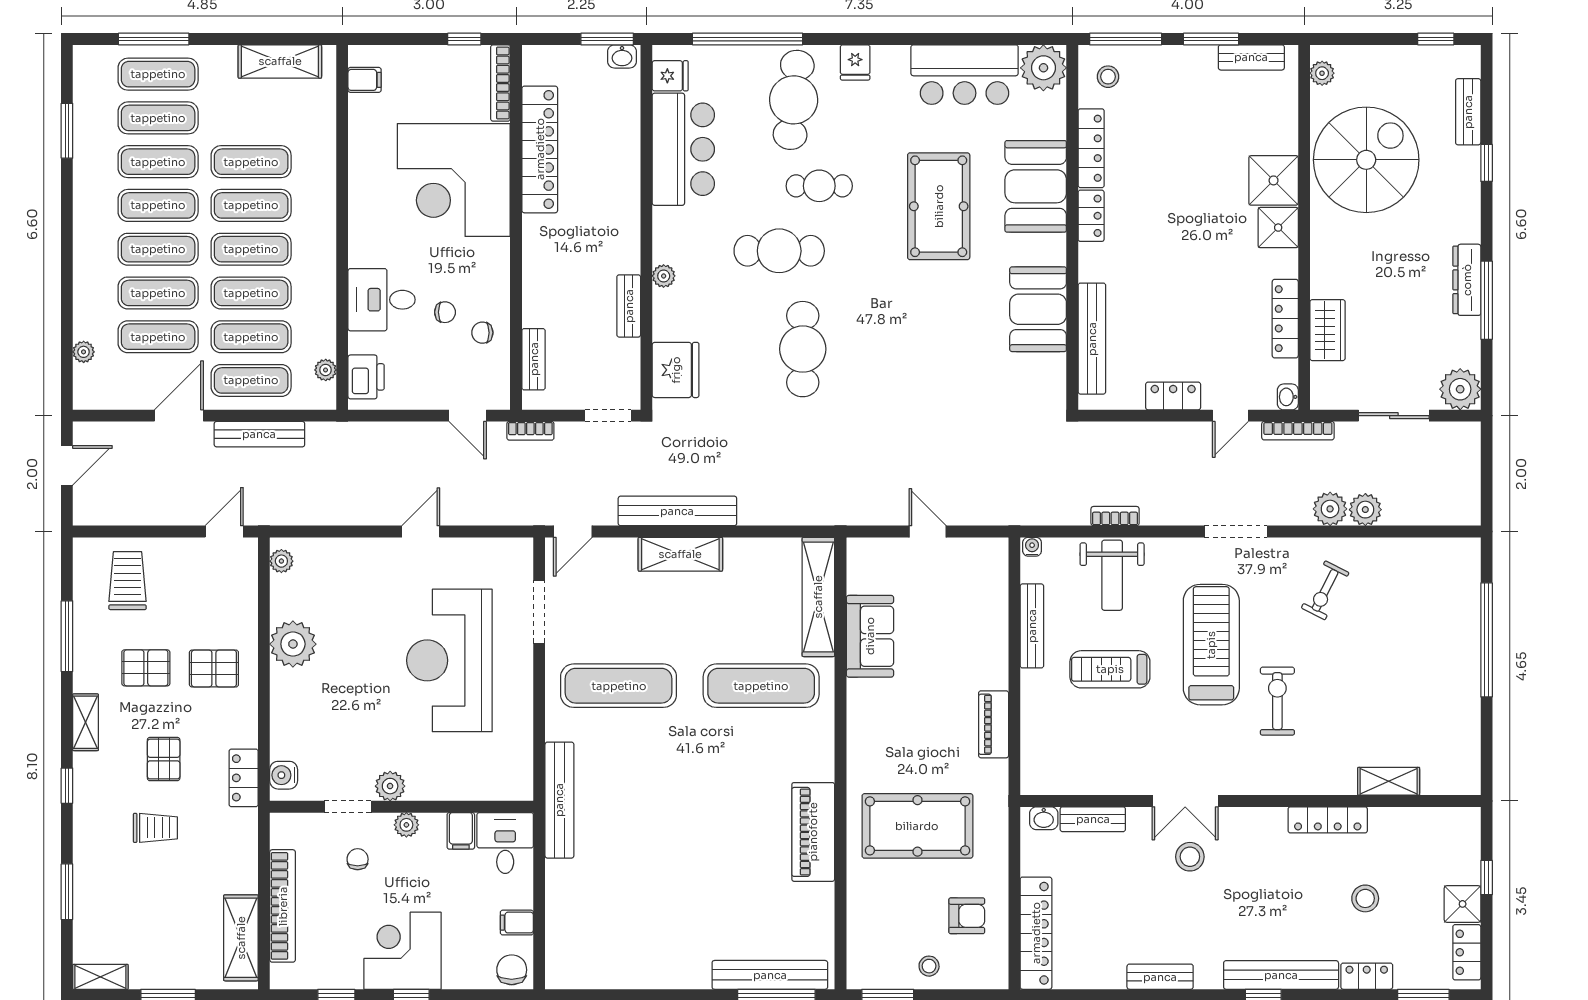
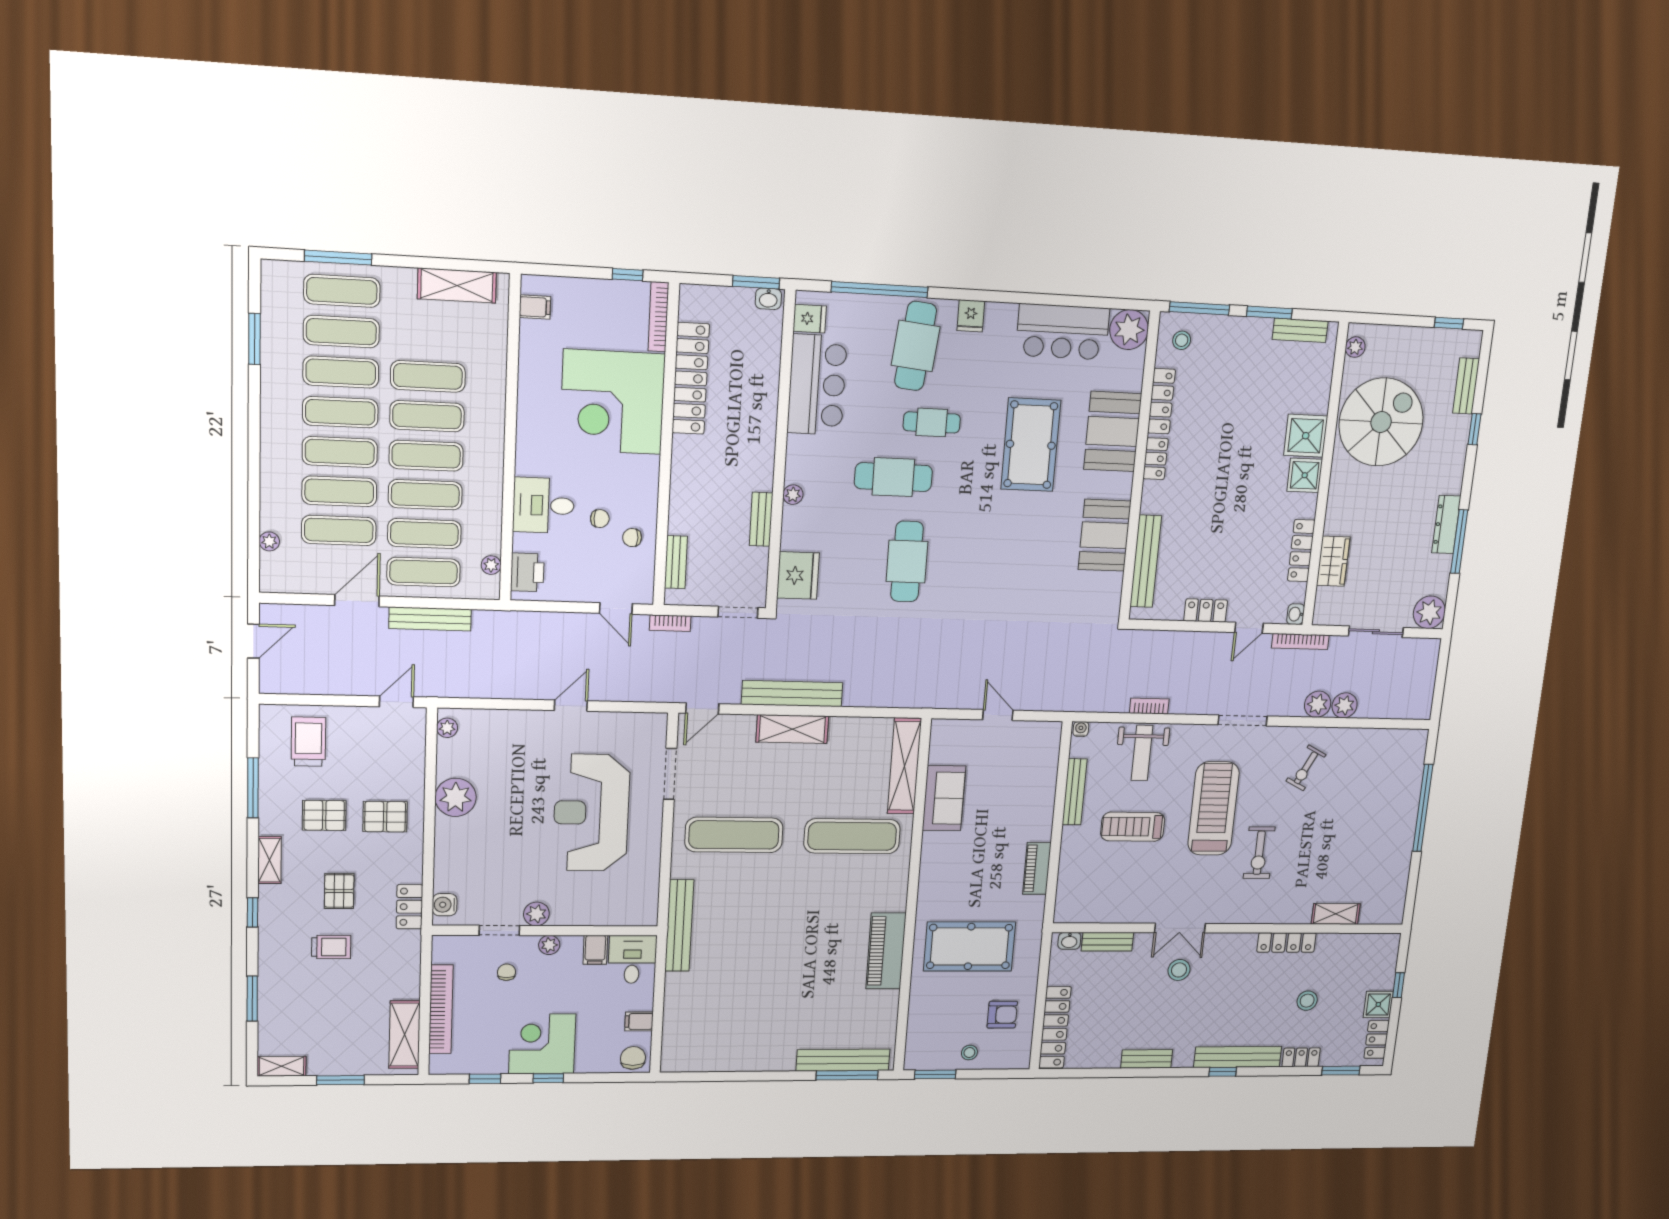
exercise bike: (1277, 701) -> (1259, 853), turned 180

